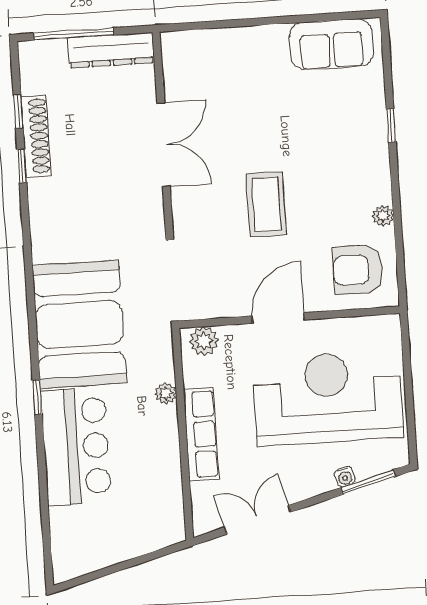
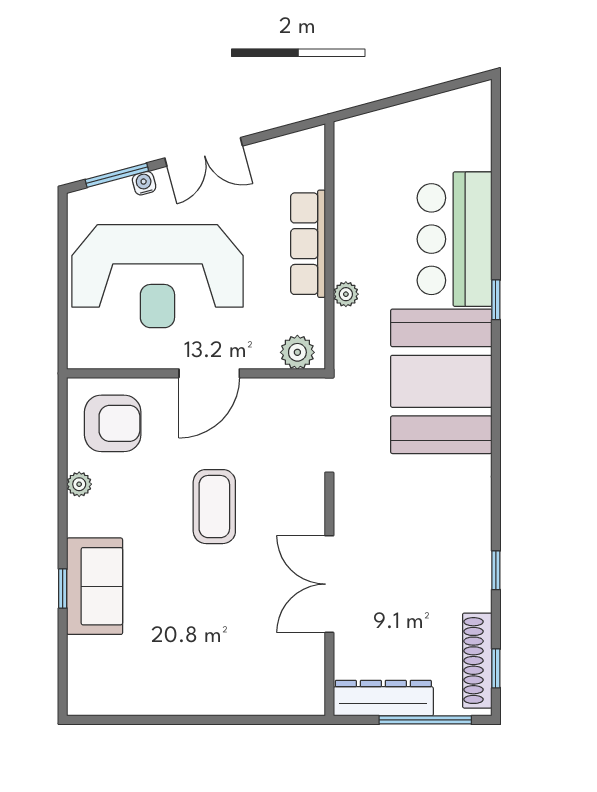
sofa: (331, 44) -> (95, 586), moved, turned 90
window: (18, 112) -> (496, 668), moved
shoe rack: (36, 136) -> (477, 661), moved
double door: (258, 520) -> (204, 152), moved

